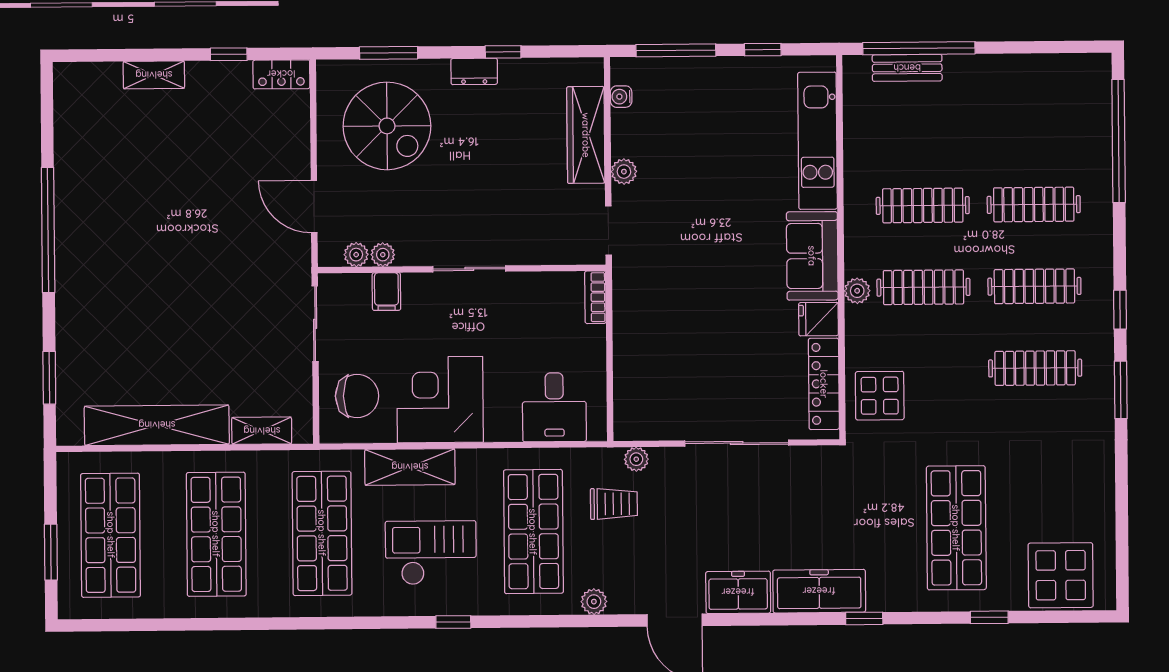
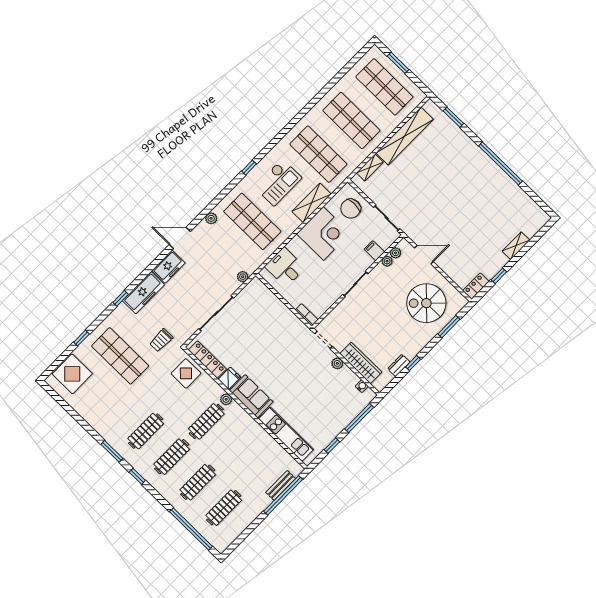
dresser: (474, 71) -> (399, 365), moved
clothes rail: (923, 205) -> (224, 508), moved
trolley: (614, 504) -> (161, 340), moved

